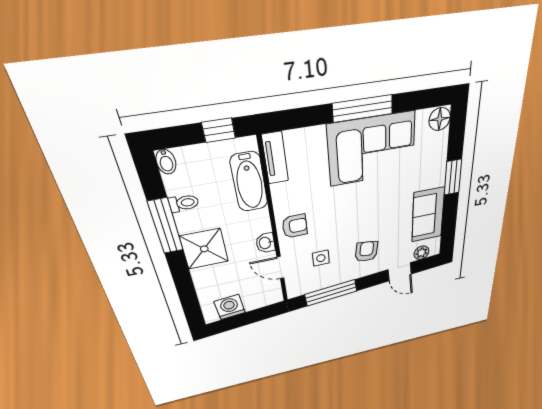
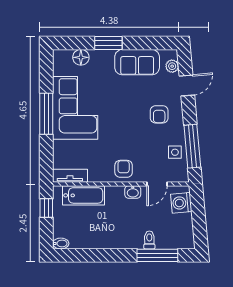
floor lamp: (440, 119) -> (81, 57), moved
toilet: (184, 203) -> (149, 240), moved
window: (166, 226) -> (157, 255), moved
shower: (204, 249) -> (128, 235), removed
armchair: (366, 251) -> (159, 114), turned -98
side table: (321, 258) -> (175, 152), moved
washing machine: (230, 307) -> (181, 203), moved

